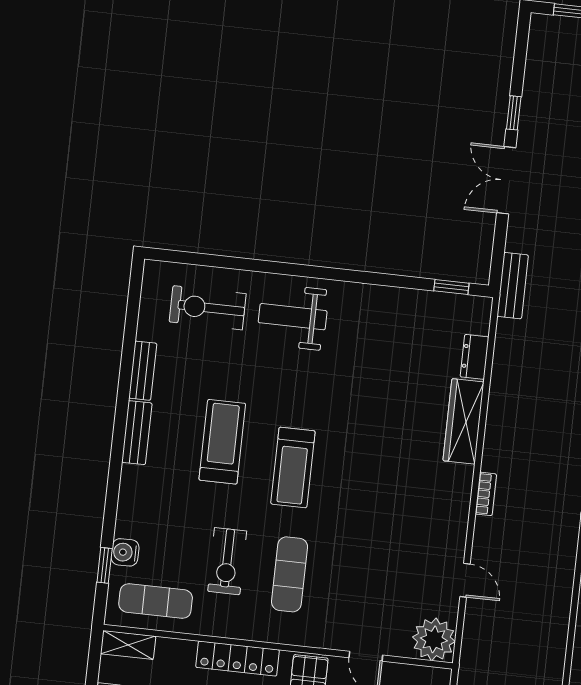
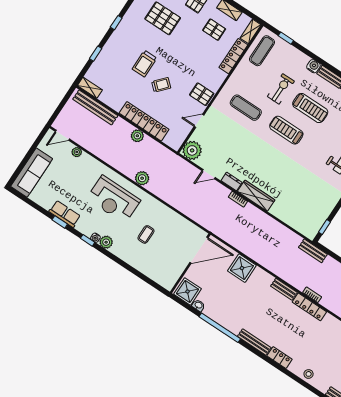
dresser: (475, 357) -> (232, 181), moved
wardrobe: (464, 421) -> (256, 196), moved
water cooler: (125, 552) -> (313, 66), moved
exercise bike: (227, 561) -> (281, 89), moved, turned 90
locker: (238, 659) -> (233, 56), moved

